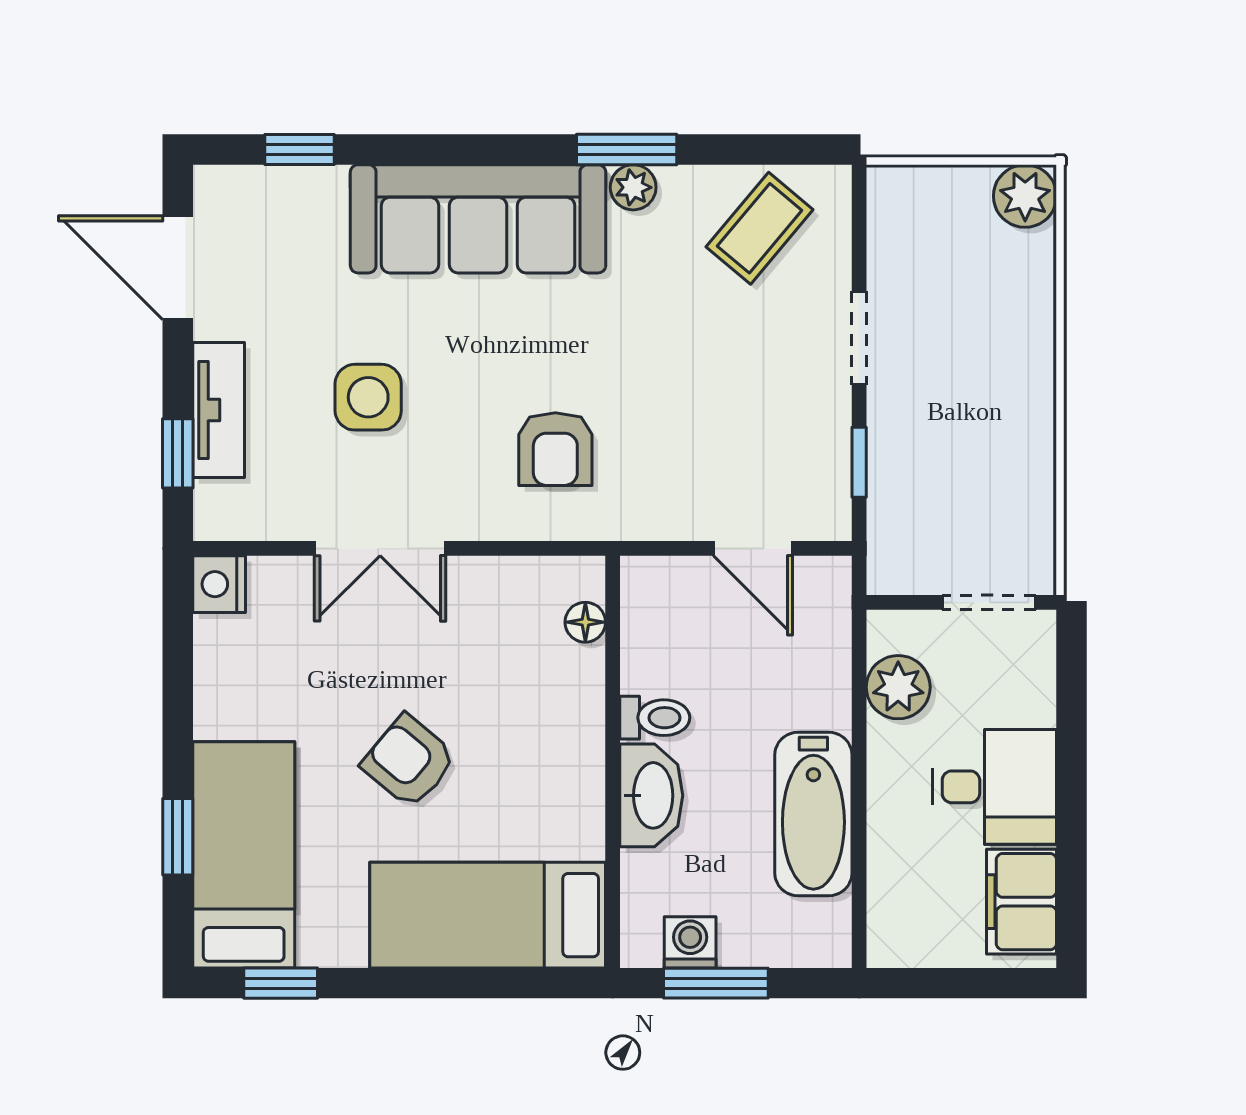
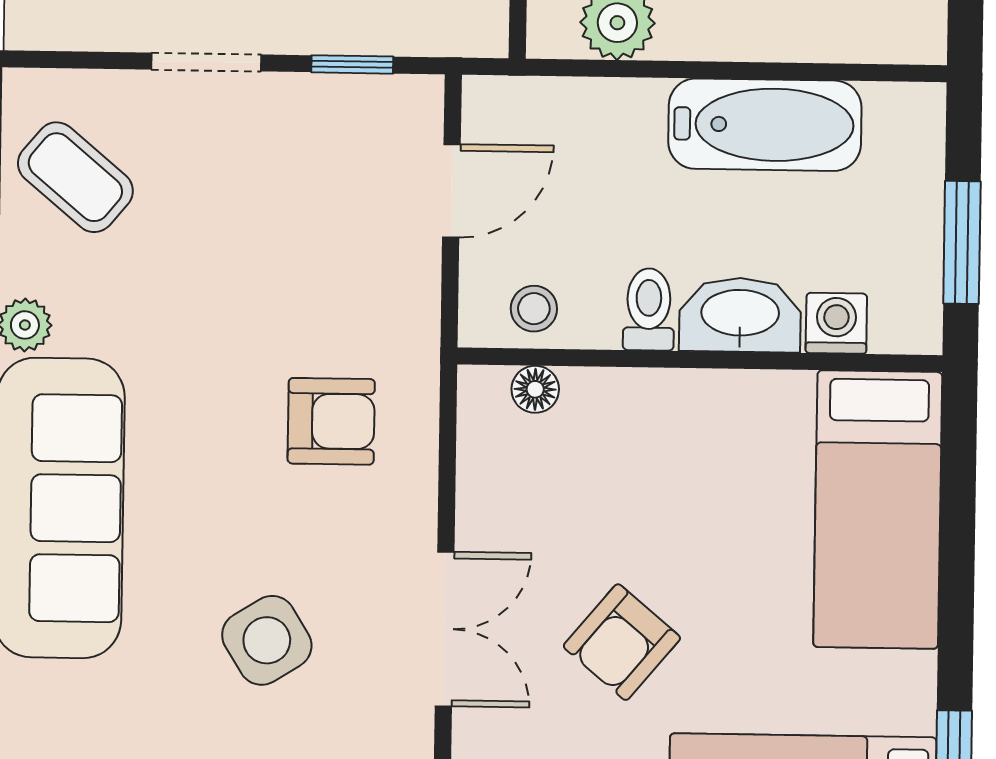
side table: (368, 397) -> (267, 640), turned -32
stool: (654, 620) -> (534, 309), added
armchair: (409, 761) -> (622, 642), moved
washing machine: (690, 942) -> (836, 323), moved, turned 90

